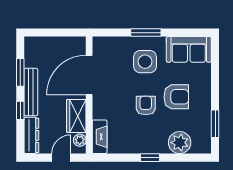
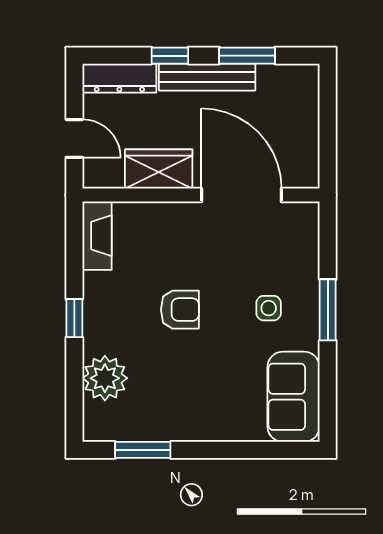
side table: (145, 62) -> (269, 308), width x0.54, depth x0.54
armchair: (176, 97) -> (198, 371), removed
fireplace: (100, 137) -> (97, 236), moved, turned -90
plant: (80, 140) -> (110, 176), removed

